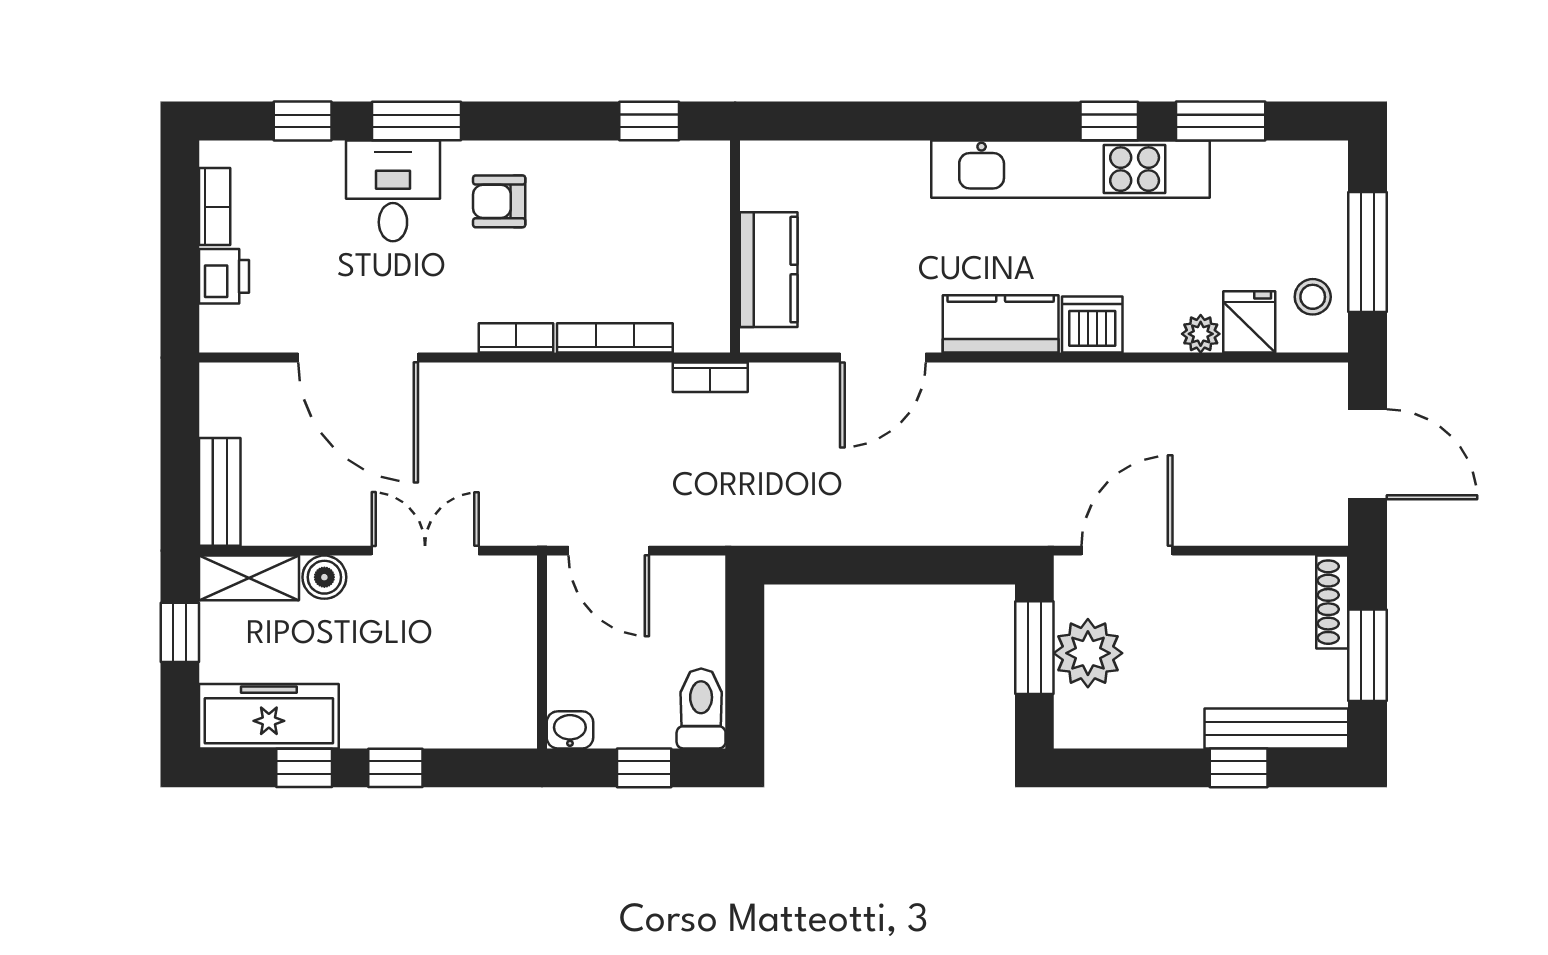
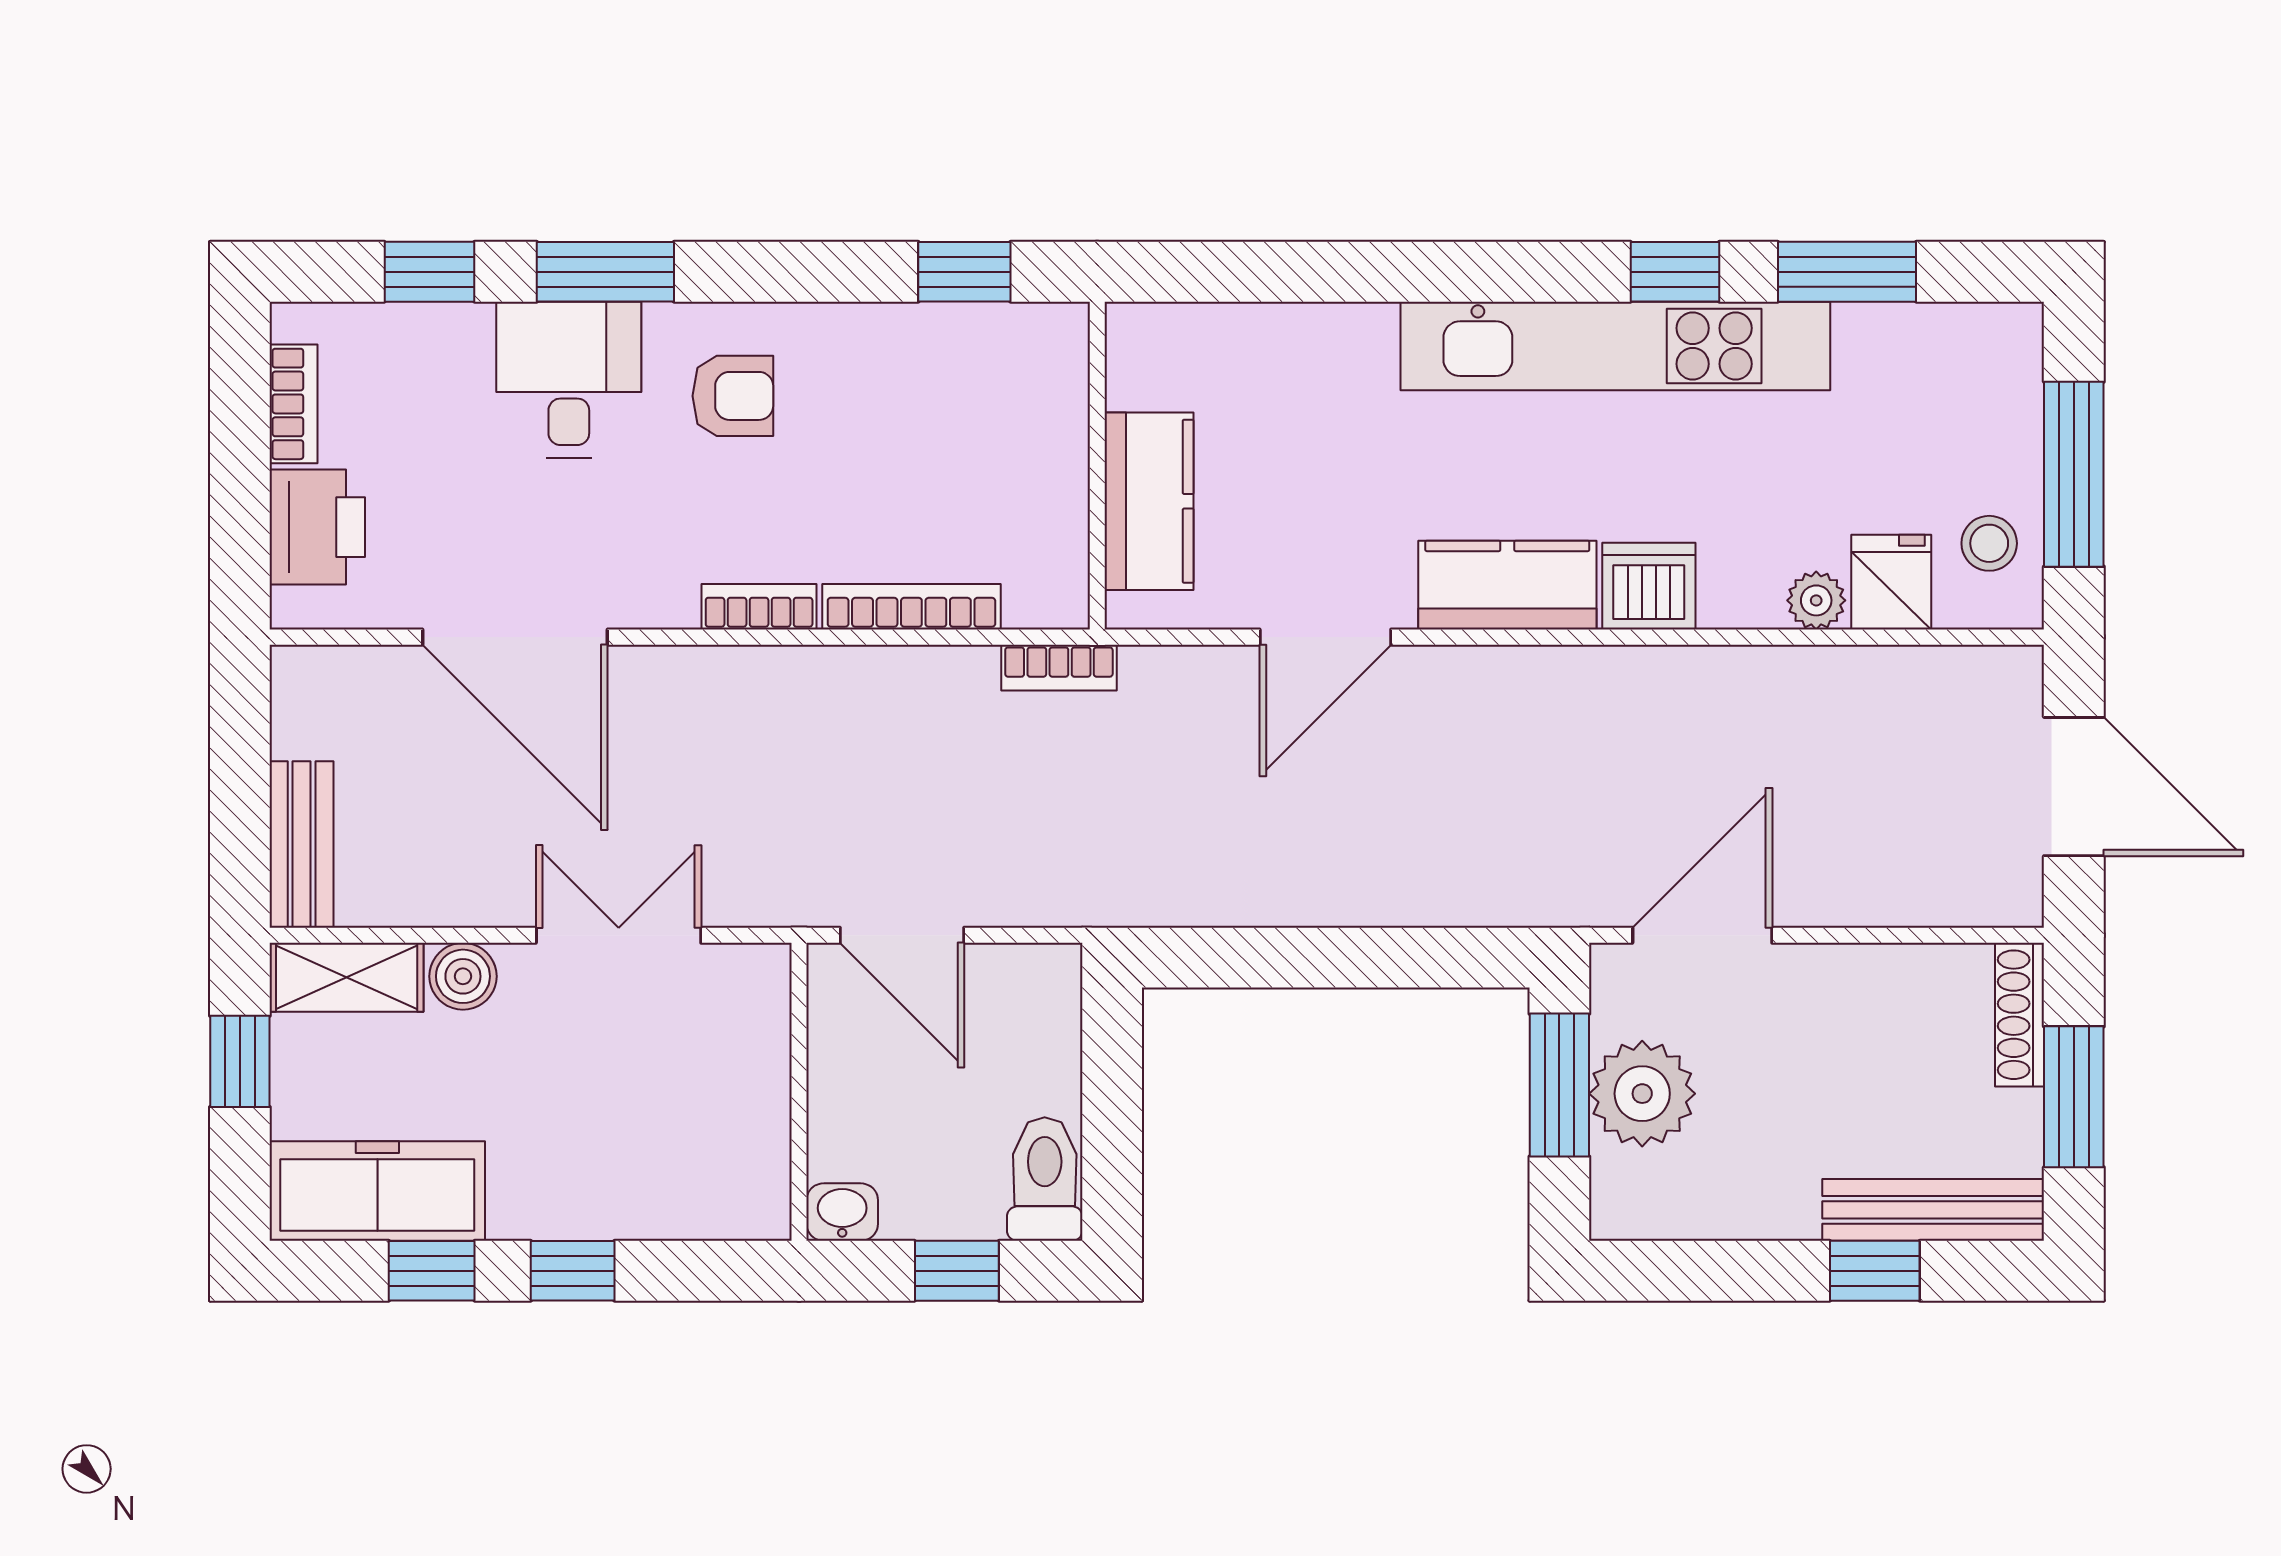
armchair: (499, 201) -> (733, 396), turned 180
printer: (224, 276) -> (317, 527), width x1.36, depth x1.24

